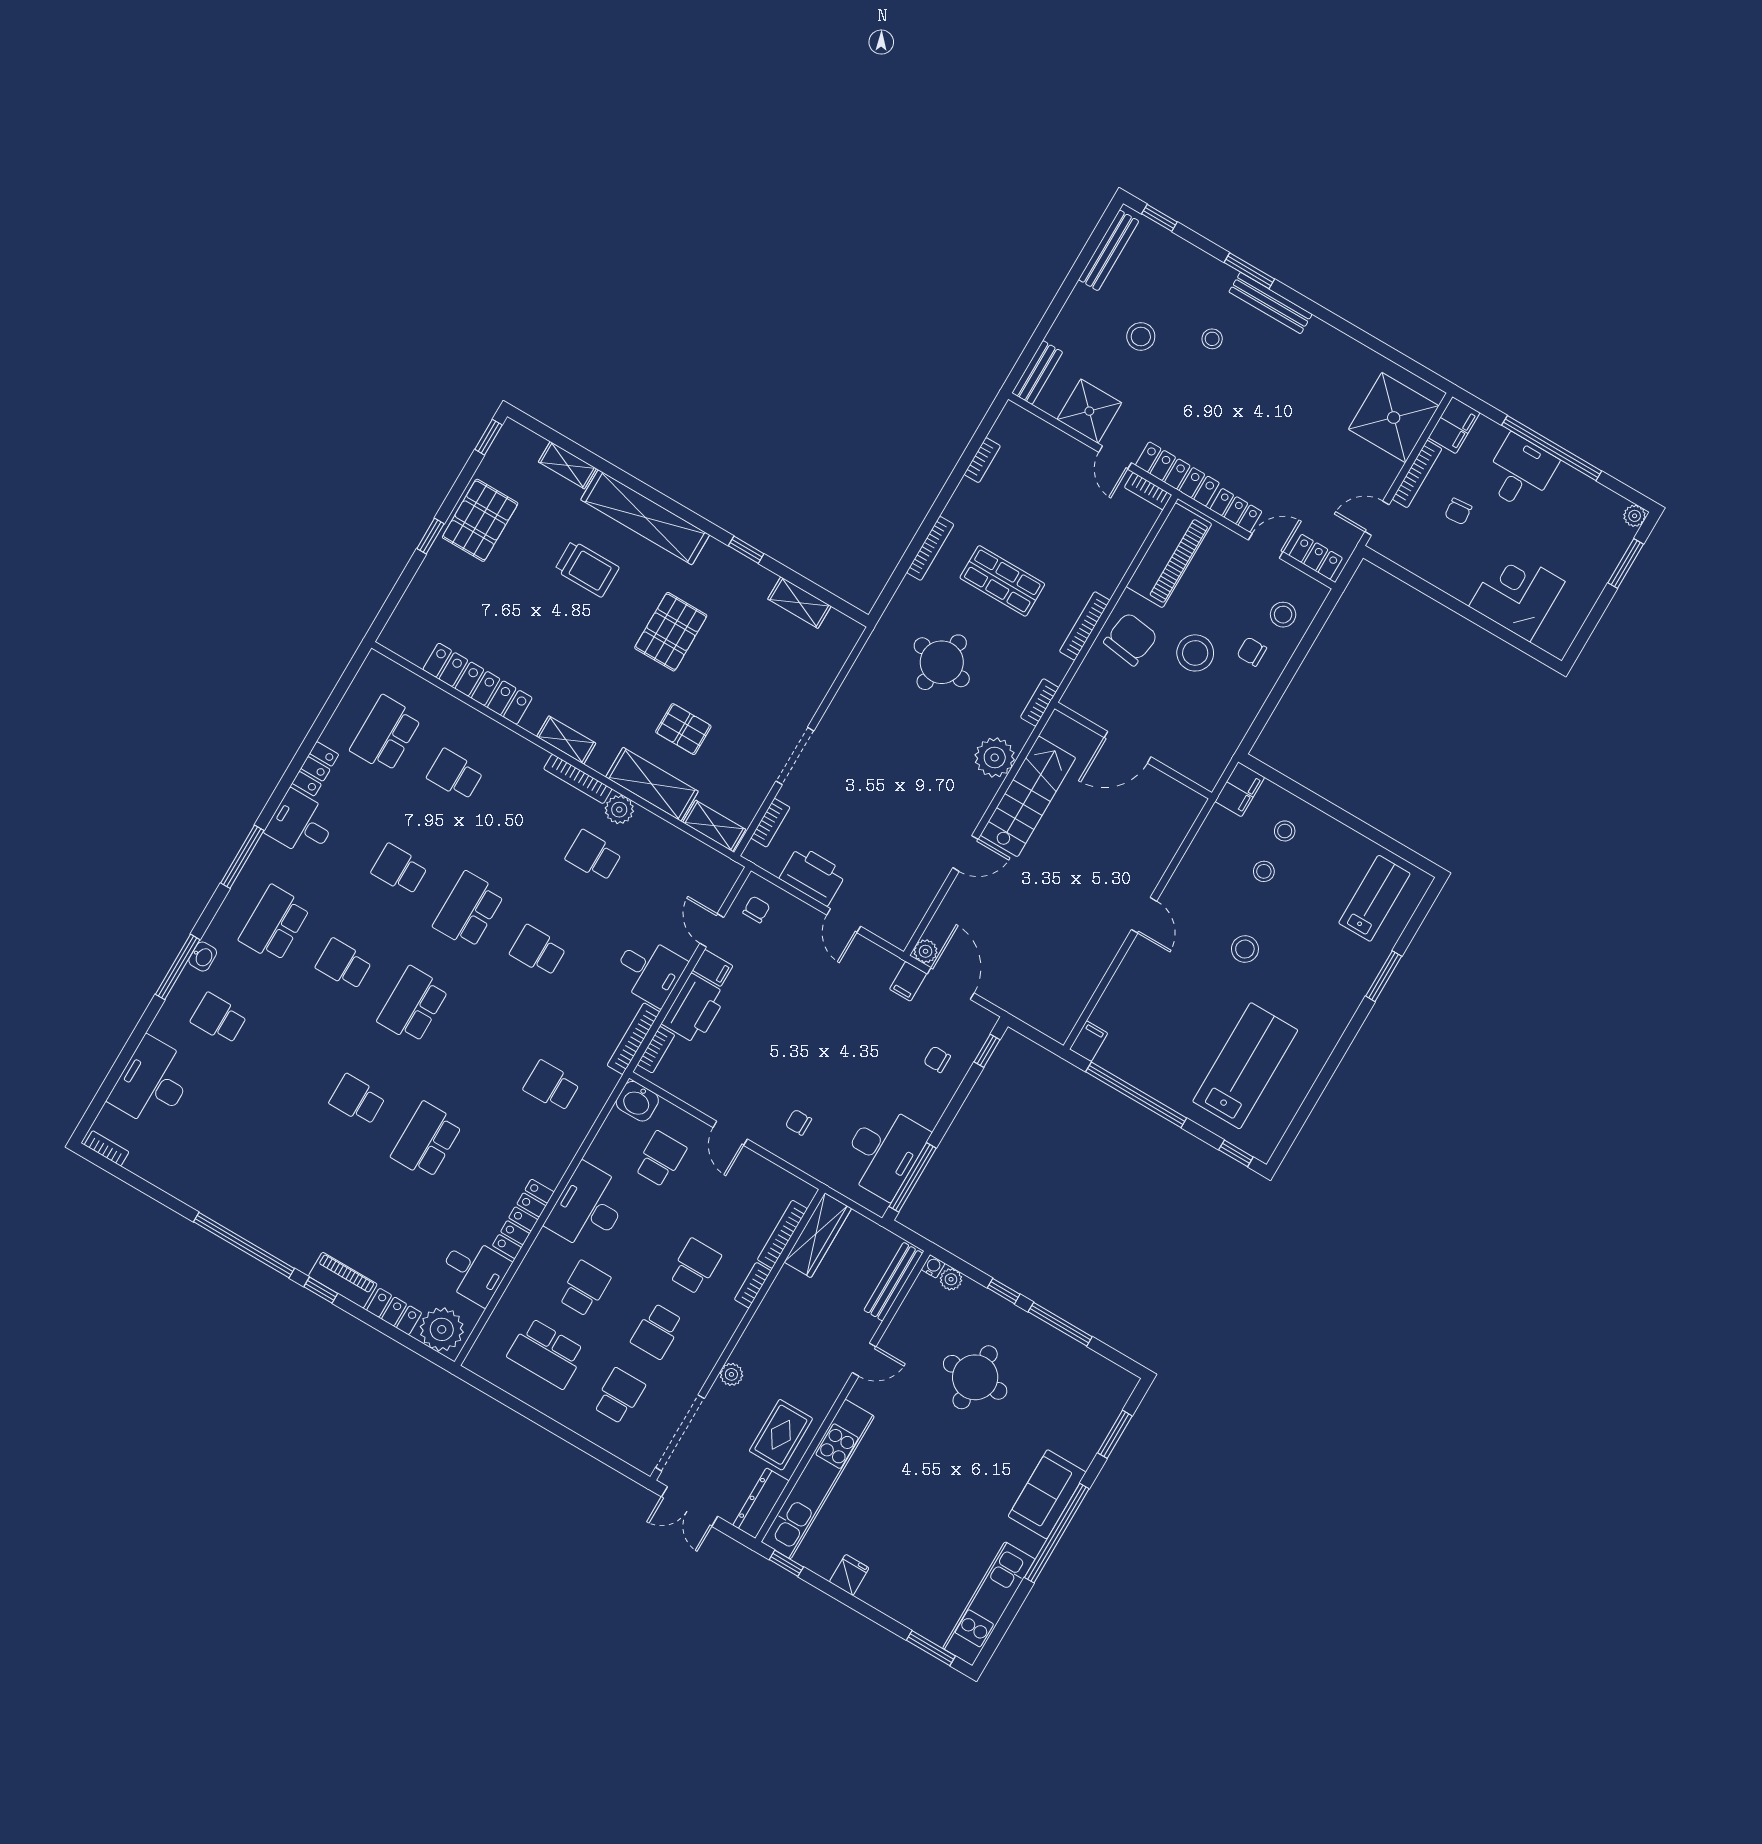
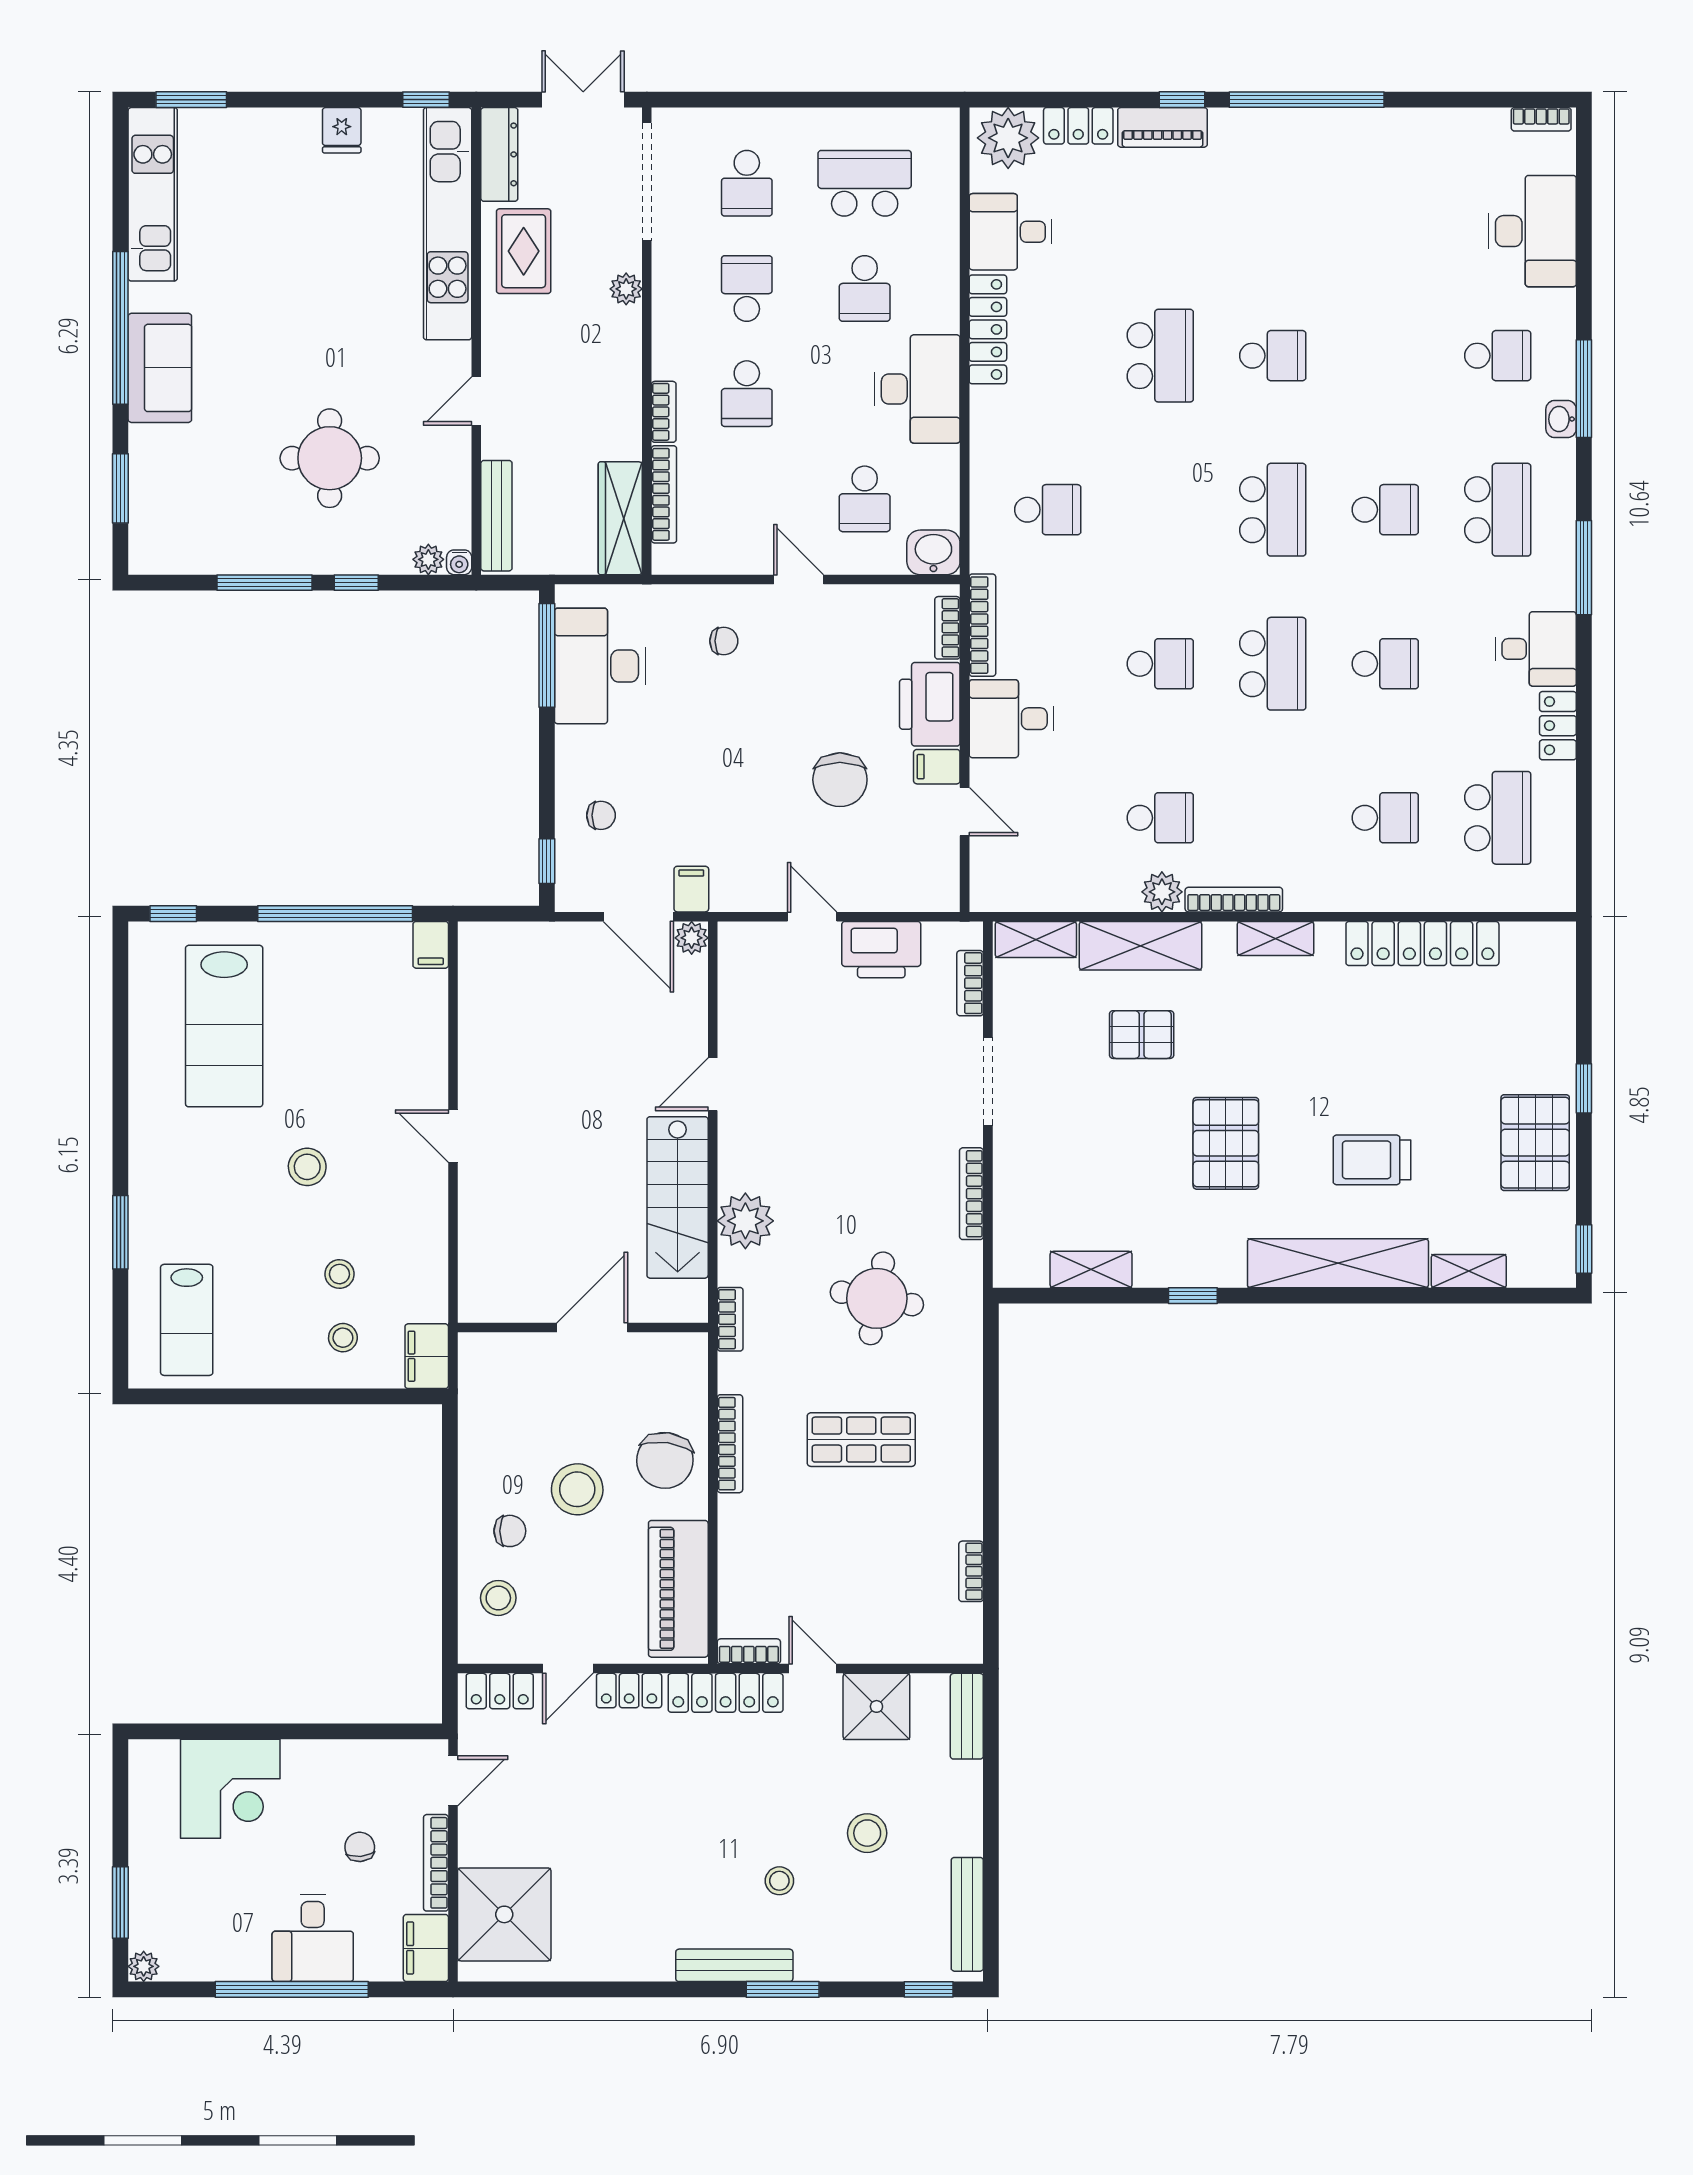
bookcase: (930, 548) -> (971, 1194), moved
chair: (756, 909) -> (840, 780), moved, width x1.87, depth x1.87

